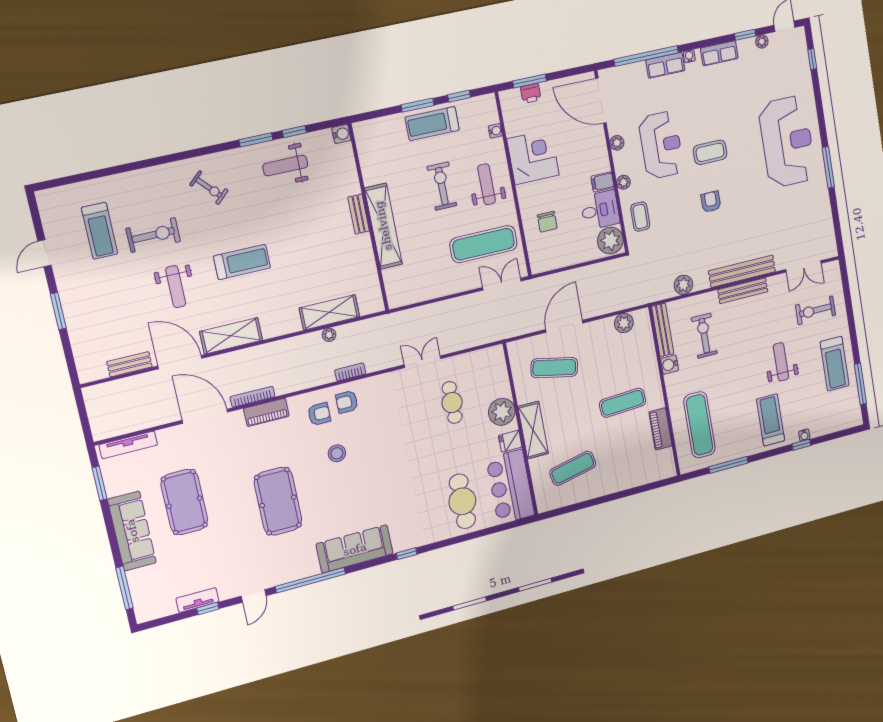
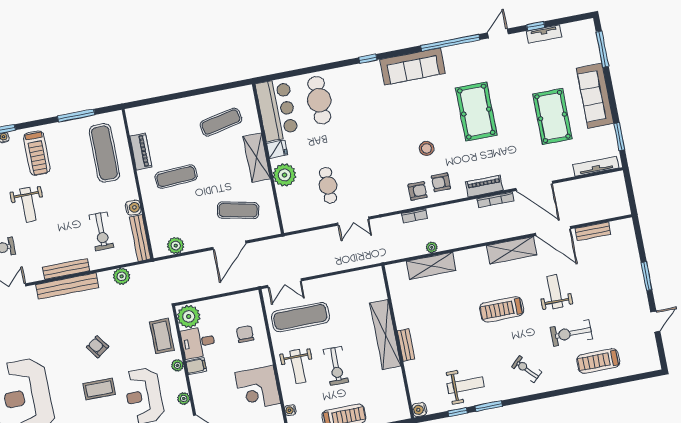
armchair: (711, 202) -> (98, 347), turned 144
coffee table: (640, 217) -> (162, 336), width x1.36, depth x1.30
treadmill: (100, 231) -> (598, 361), moved, turned -90

